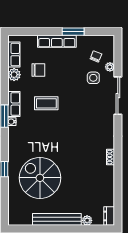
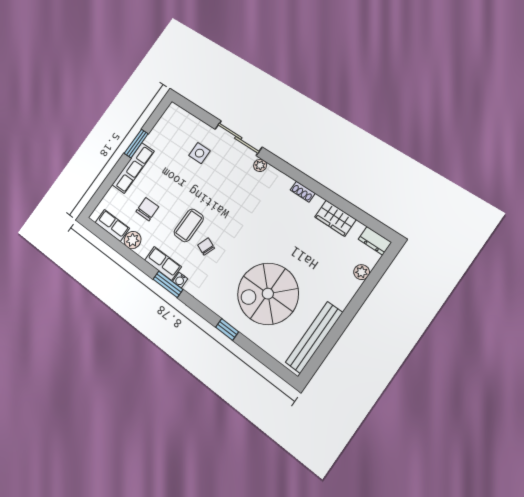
chair: (96, 56) -> (206, 247), moved
plant: (110, 67) -> (260, 165), moved
wardrobe: (107, 186) -> (335, 218), added
bench: (57, 219) -> (314, 337), moved

